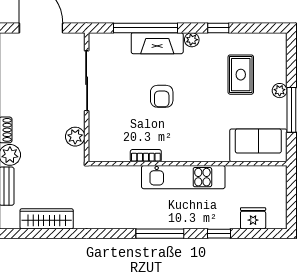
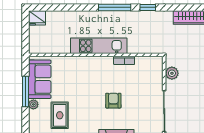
sofa: (258, 145) -> (40, 79), moved, turned -90
fridge: (253, 218) -> (37, 18), moved
window: (219, 234) -> (148, 7), moved

